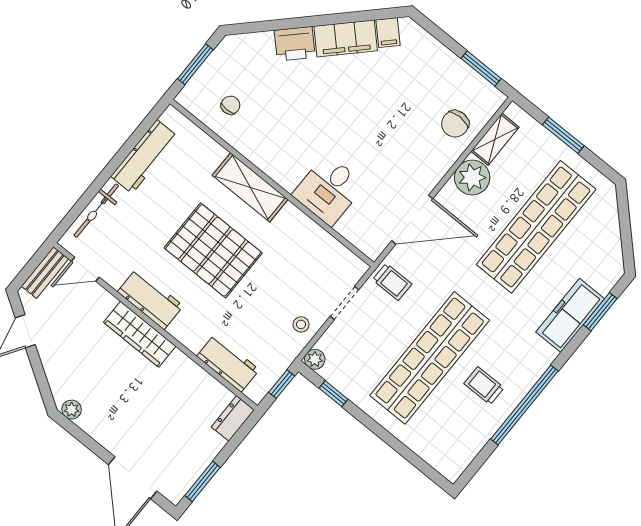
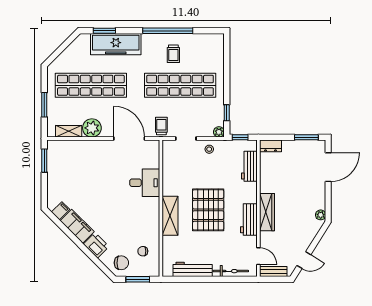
chair: (455, 124) -> (121, 263), moved
freezer: (570, 315) -> (116, 44), width x1.36, depth x1.26

